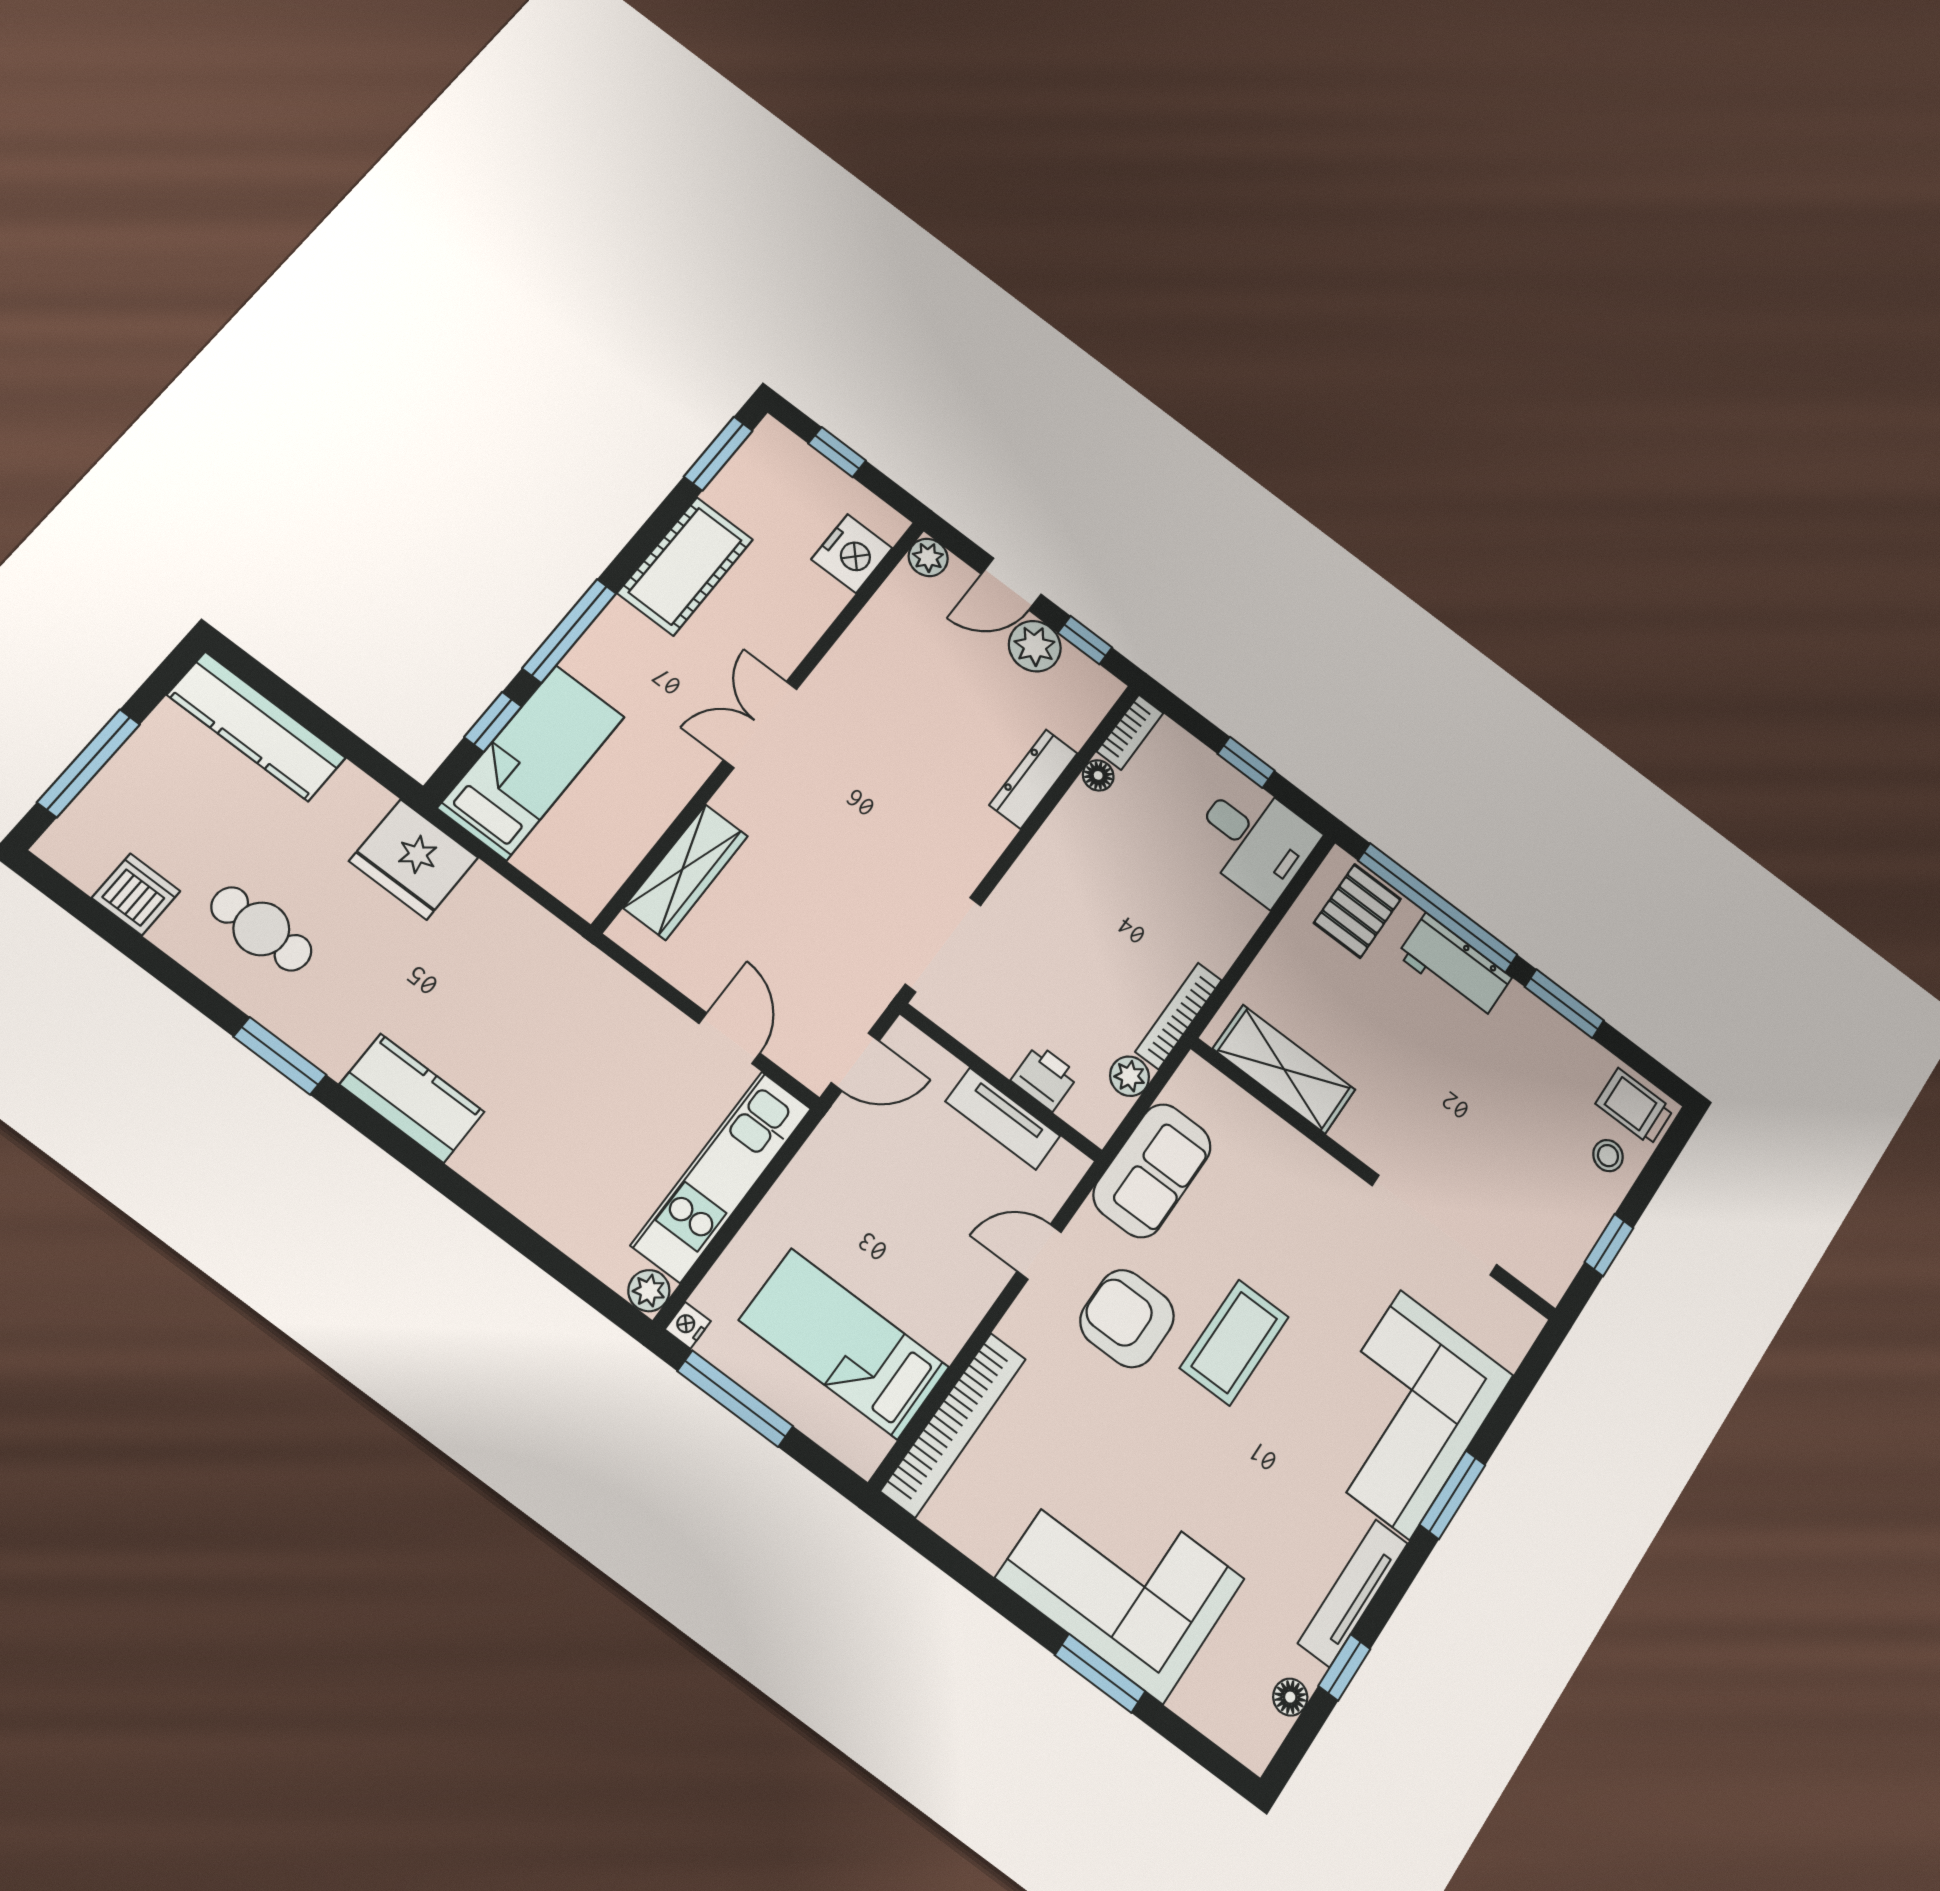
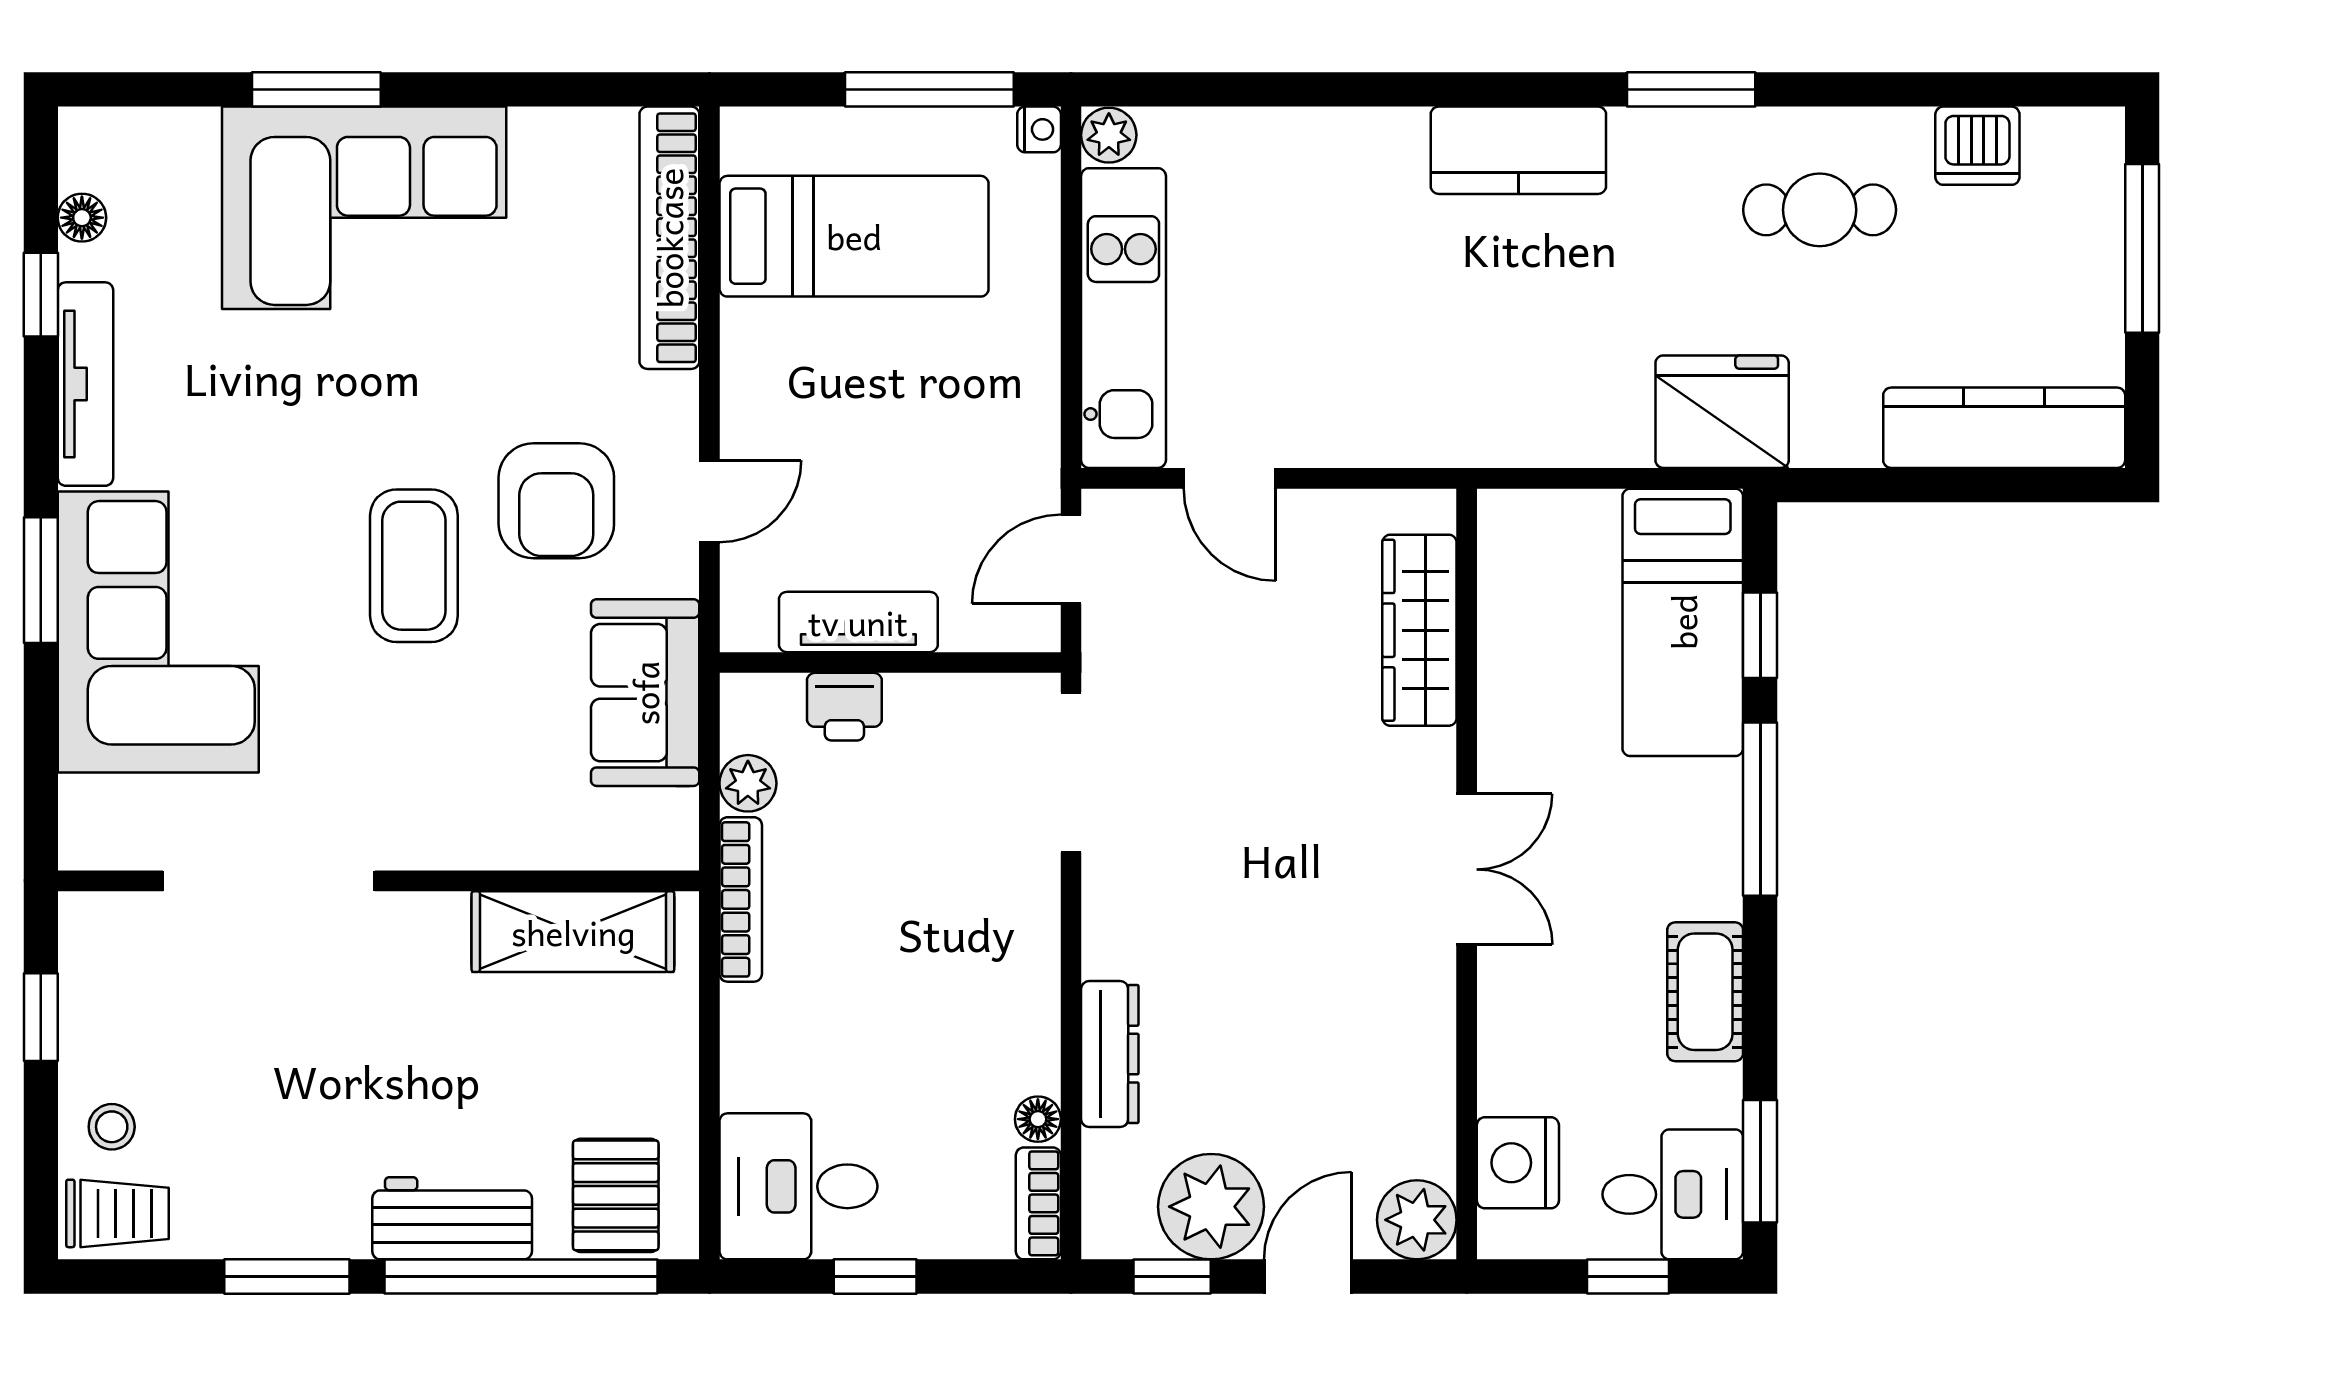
desk: (780, 474) -> (1673, 1194), added
plant: (928, 557) -> (1417, 1220), width x1.38, depth x1.38
cot: (685, 566) -> (1705, 992), width x0.73, depth x0.75
plant: (1035, 646) -> (1211, 1207), width x1.36, depth x1.36
armchair: (1127, 1319) -> (556, 501), turned 90

